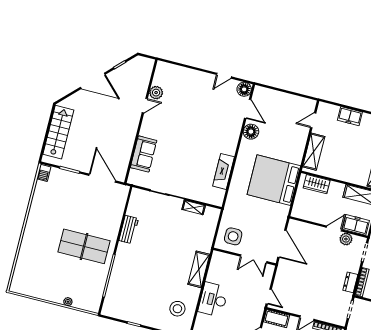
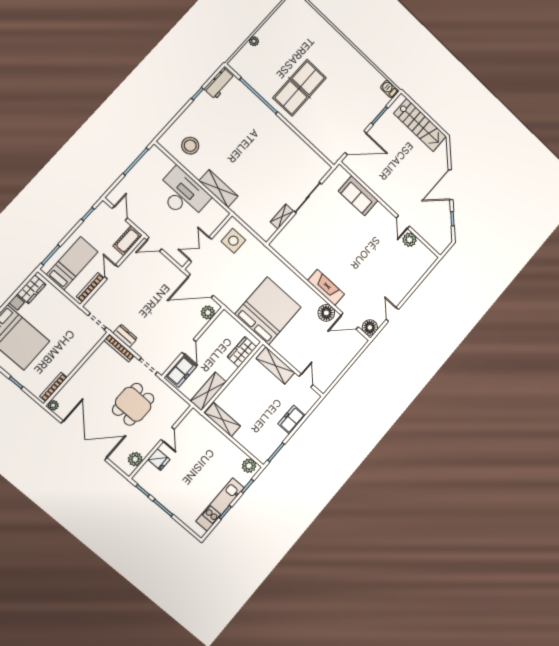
fireplace: (224, 171) -> (326, 287), moved
workbench: (129, 230) -> (219, 83), moved, turned -90
plant: (346, 239) -> (208, 313), moved
desk: (213, 300) -> (183, 194), width x1.36, depth x1.30

